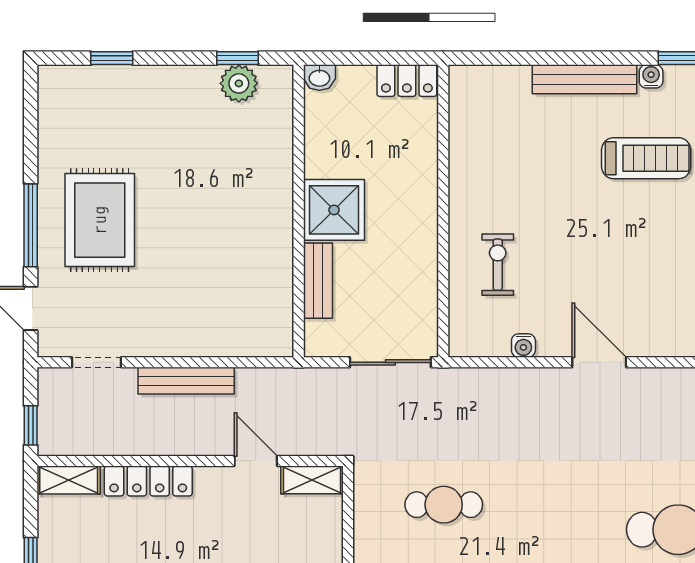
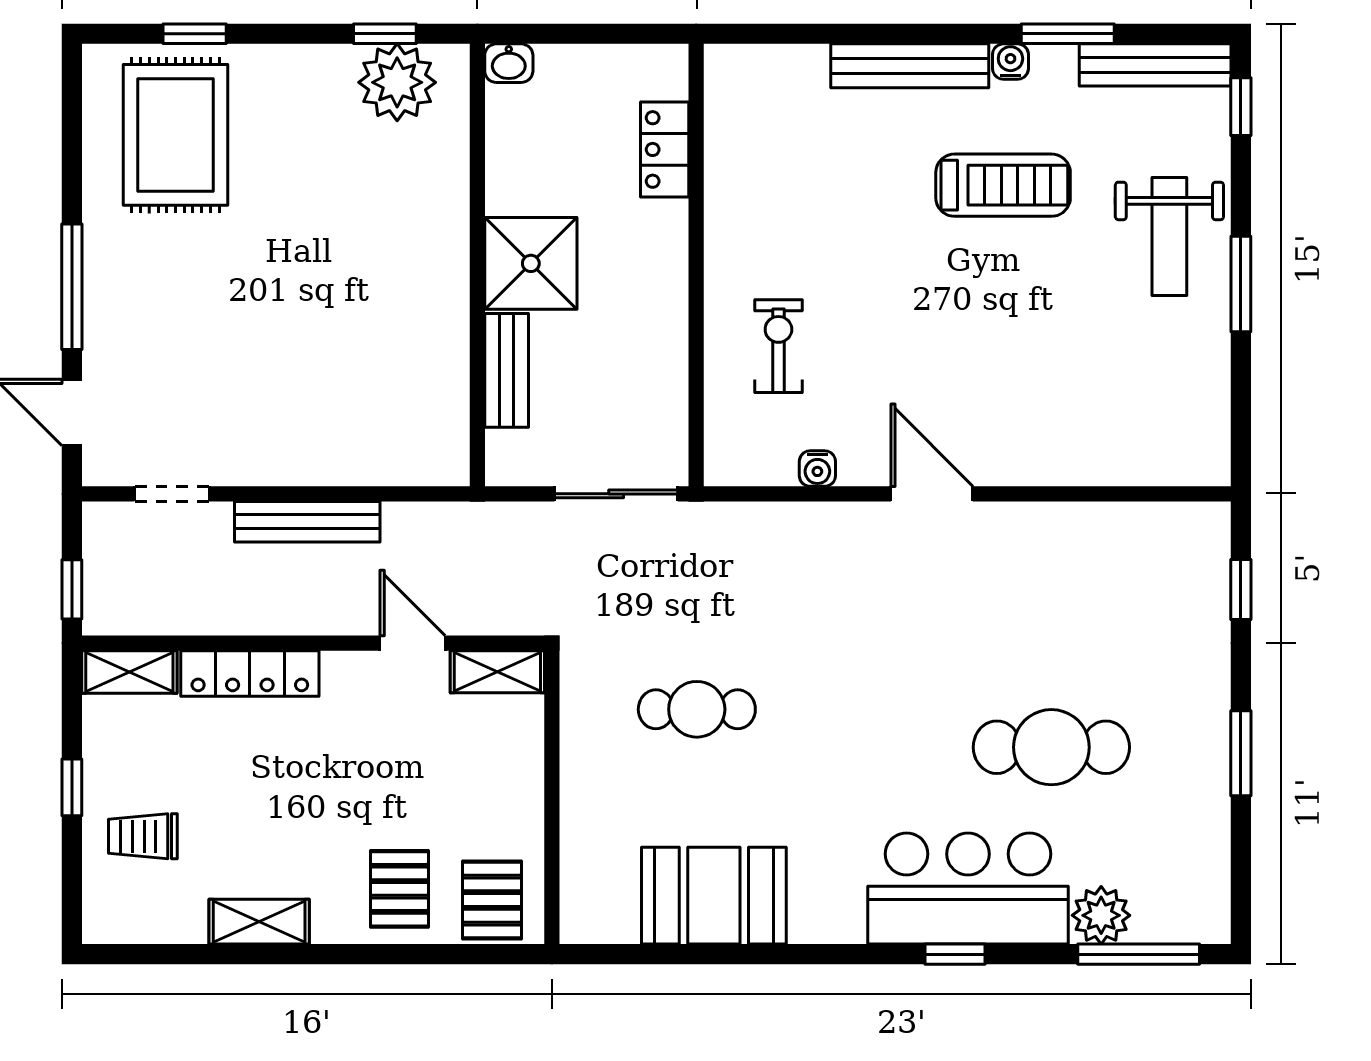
locker: (407, 81) -> (665, 149), moved, turned 90
plant: (239, 83) -> (397, 82), width x1.36, depth x1.36
rug: (100, 220) -> (175, 135), moved

